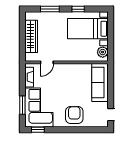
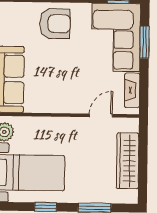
armchair: (74, 115) -> (55, 24), turned -90

